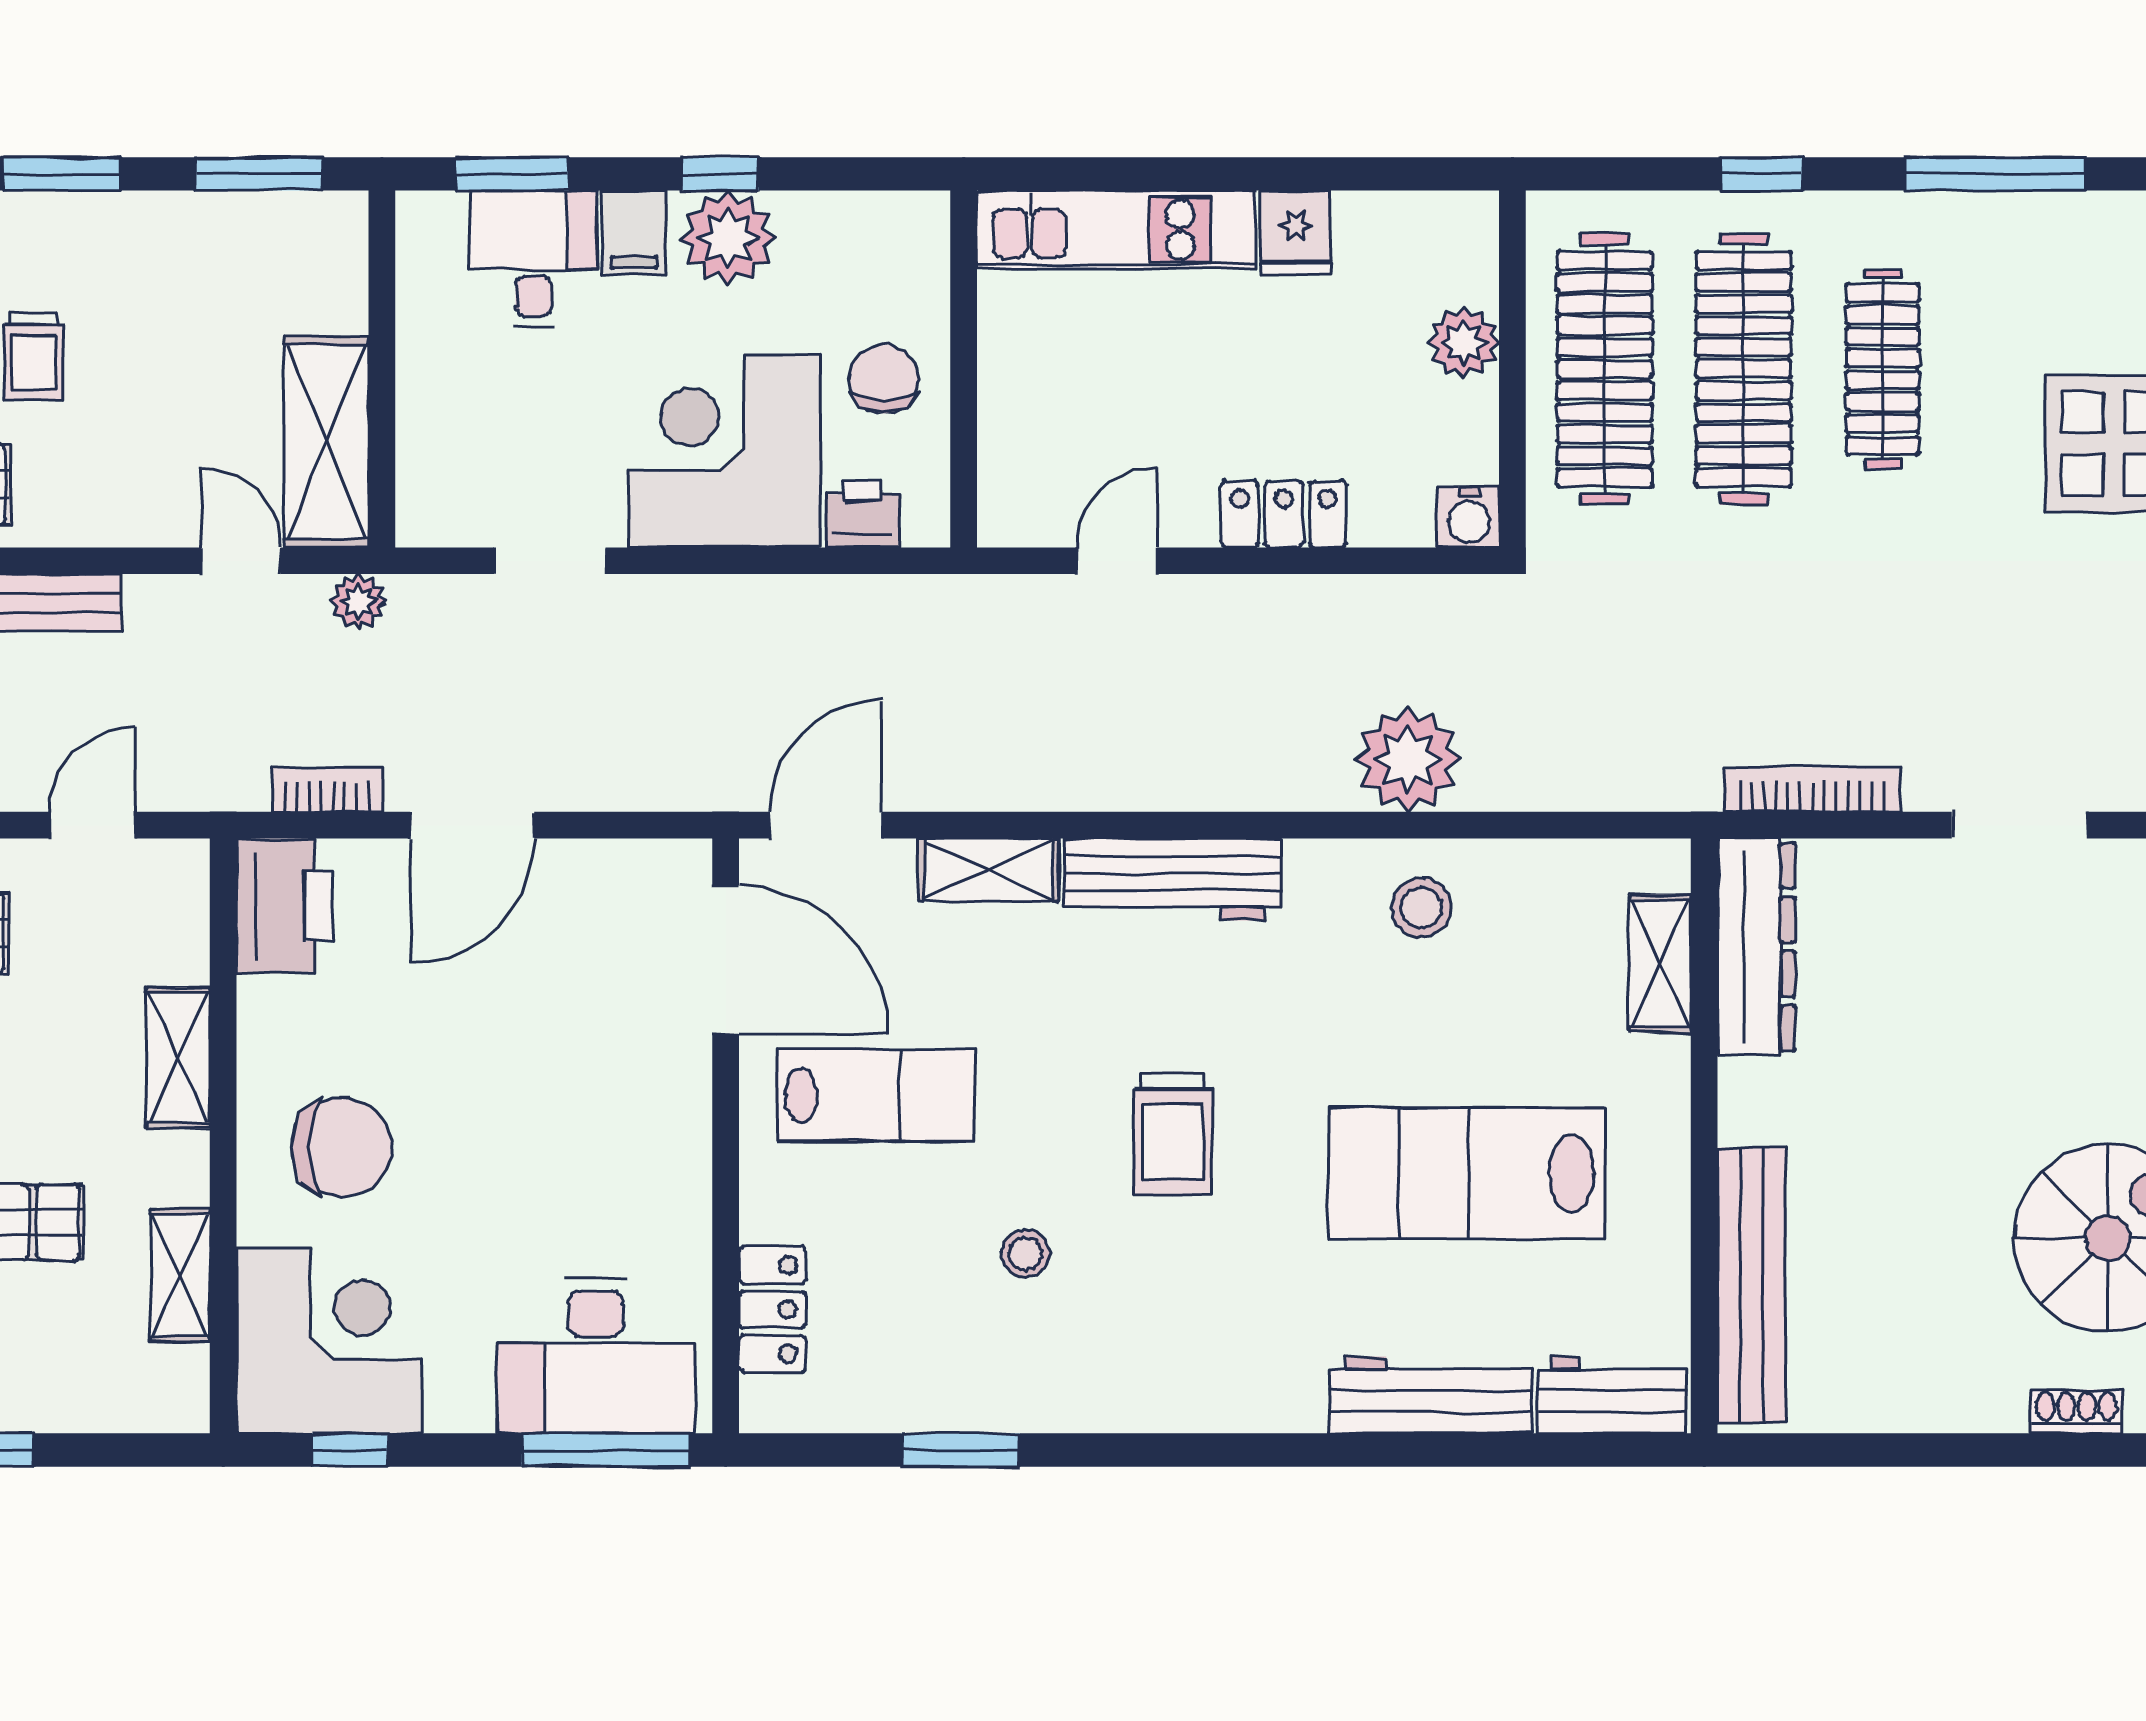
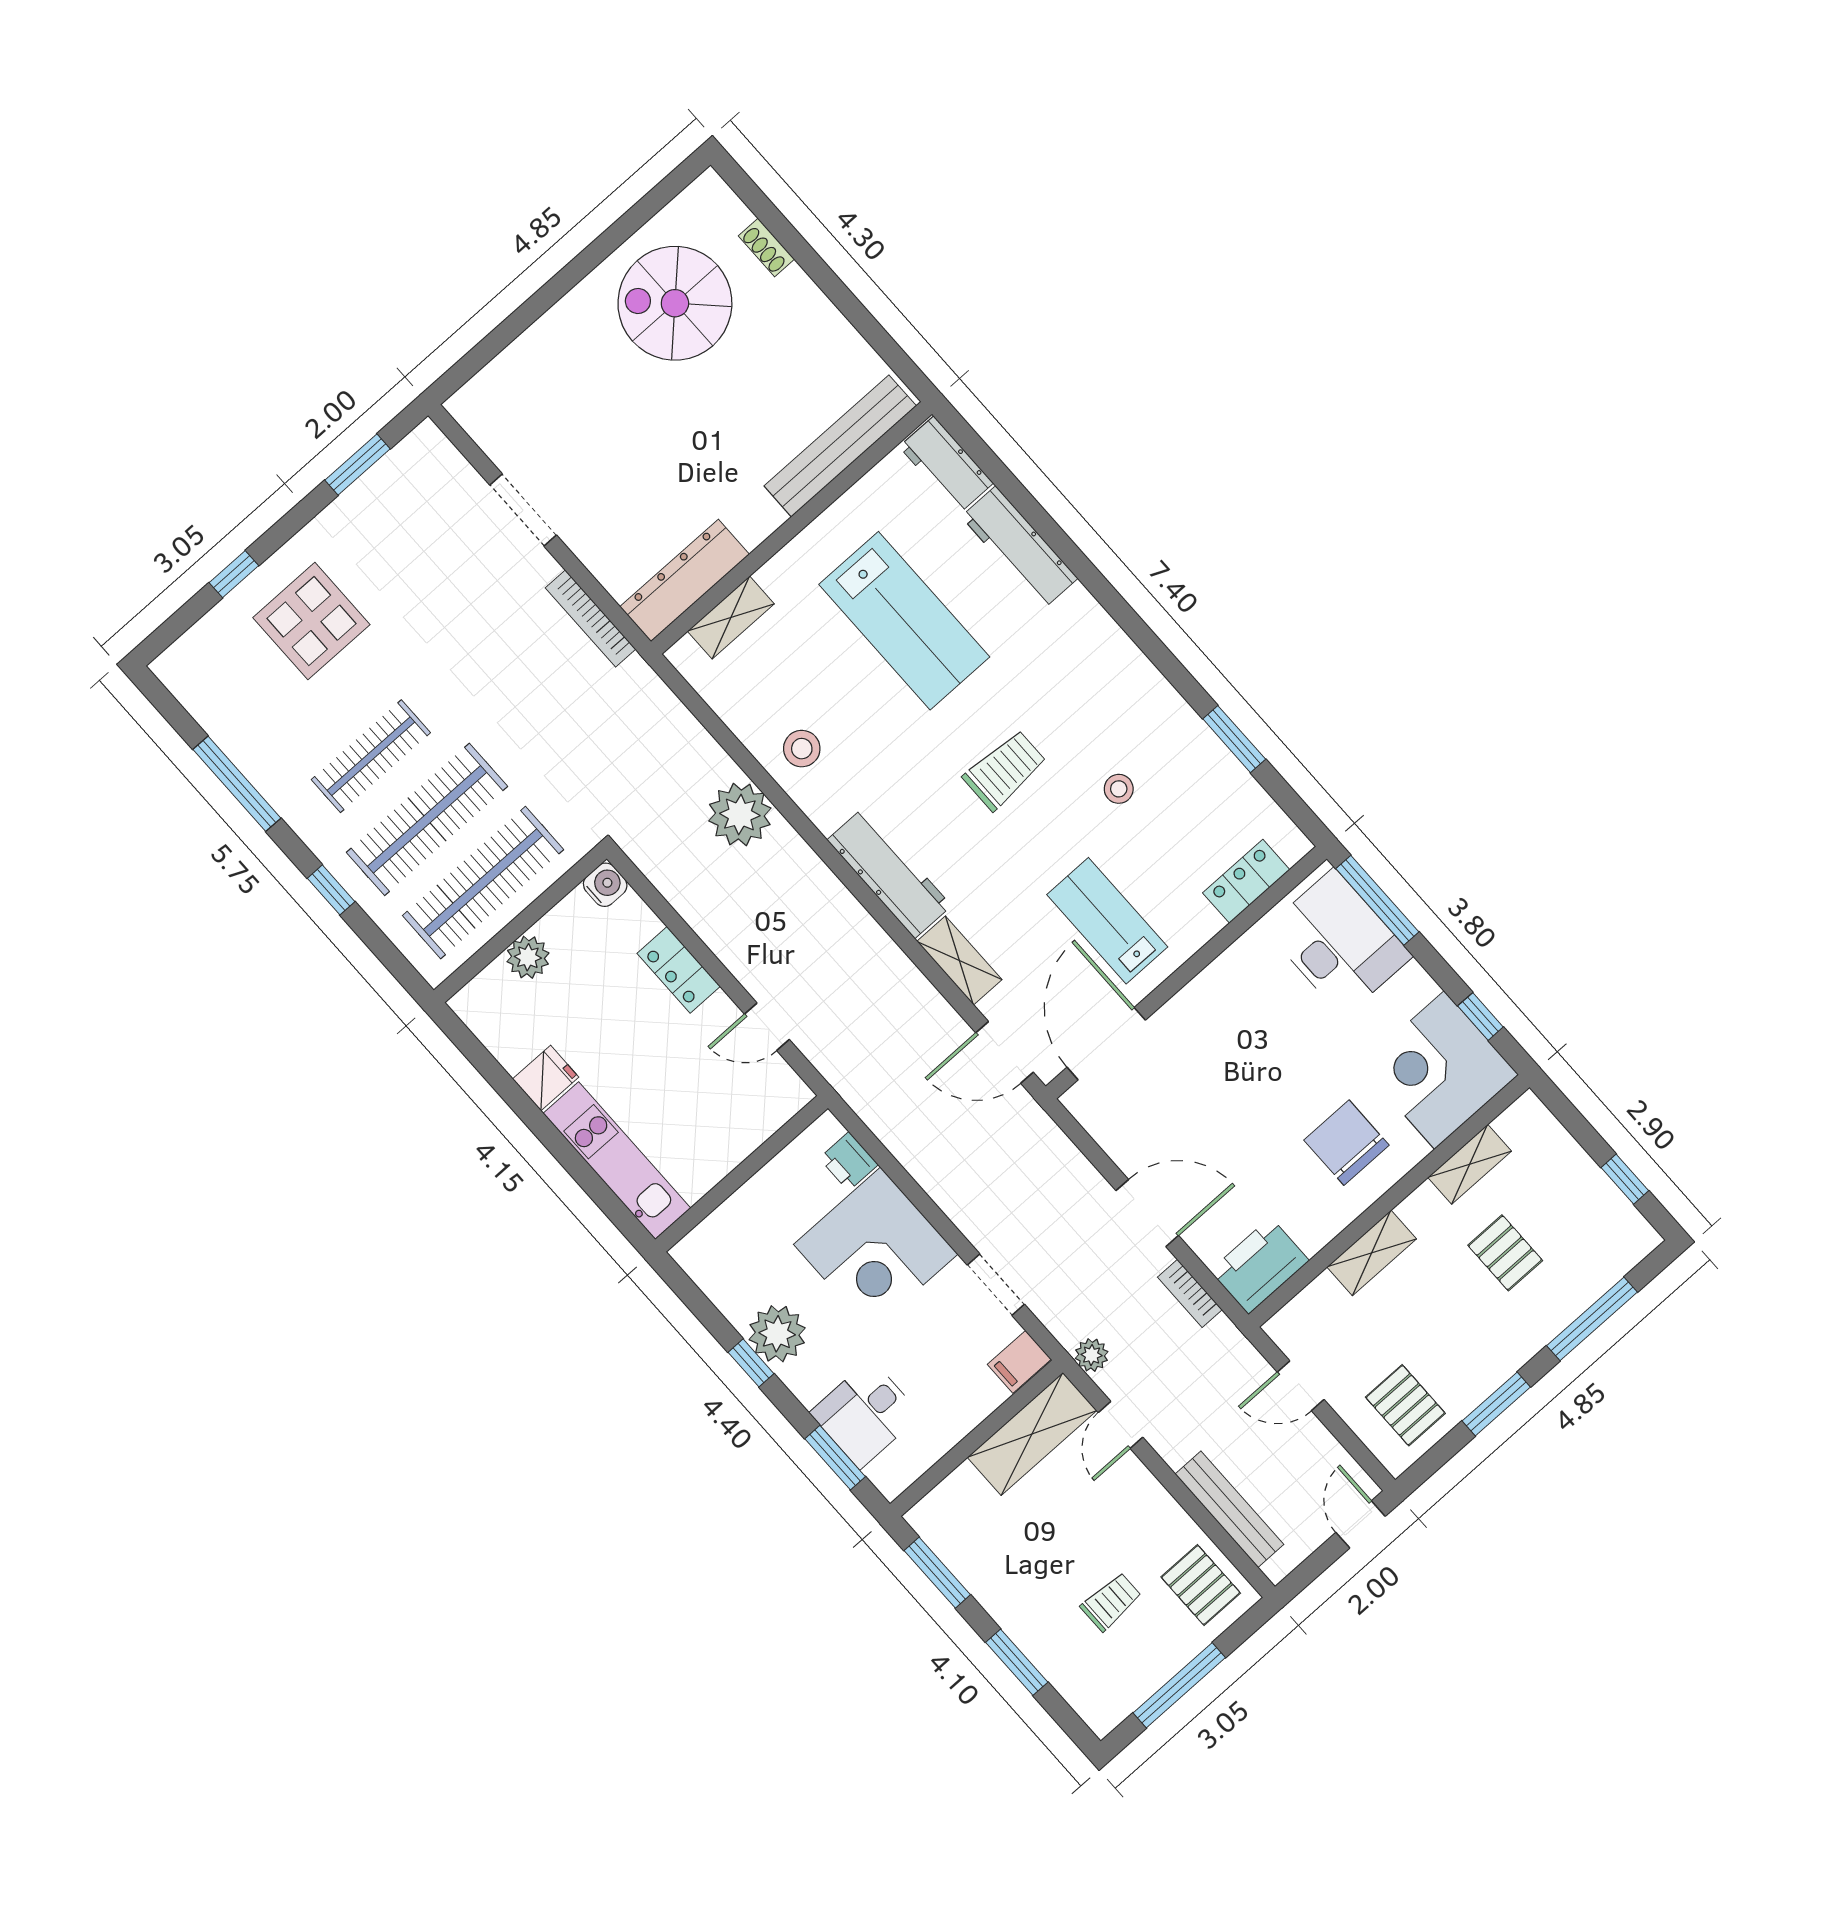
filing cabinet: (634, 233) -> (1019, 1362), moved, turned 180
chair: (884, 379) -> (778, 1206), removed

